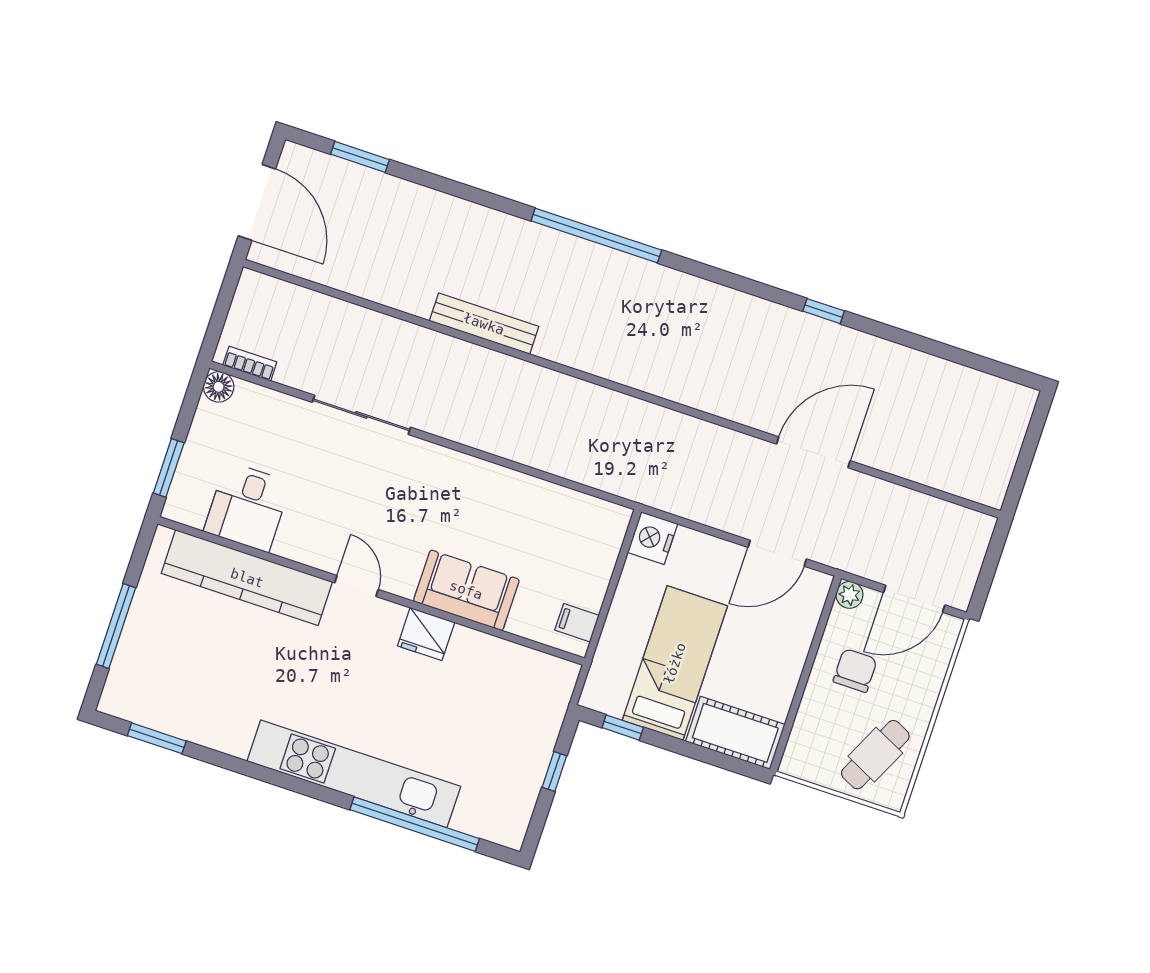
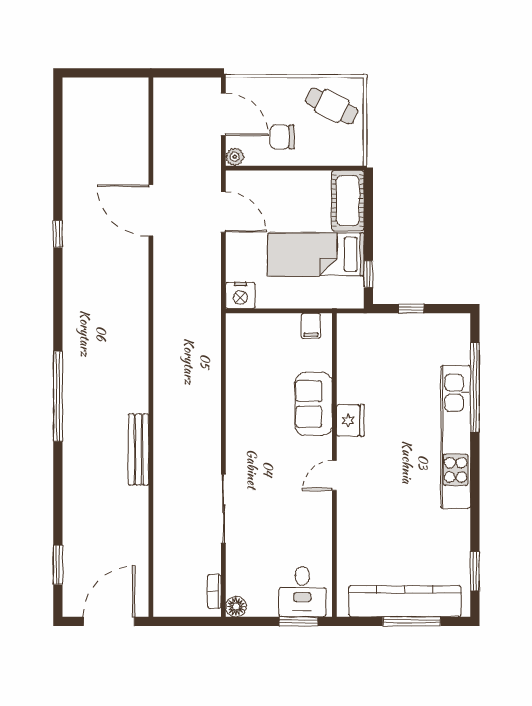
desk: (247, 507) -> (302, 592), moved, turned 90
kitchen counter: (247, 578) -> (405, 601), moved, turned -90

